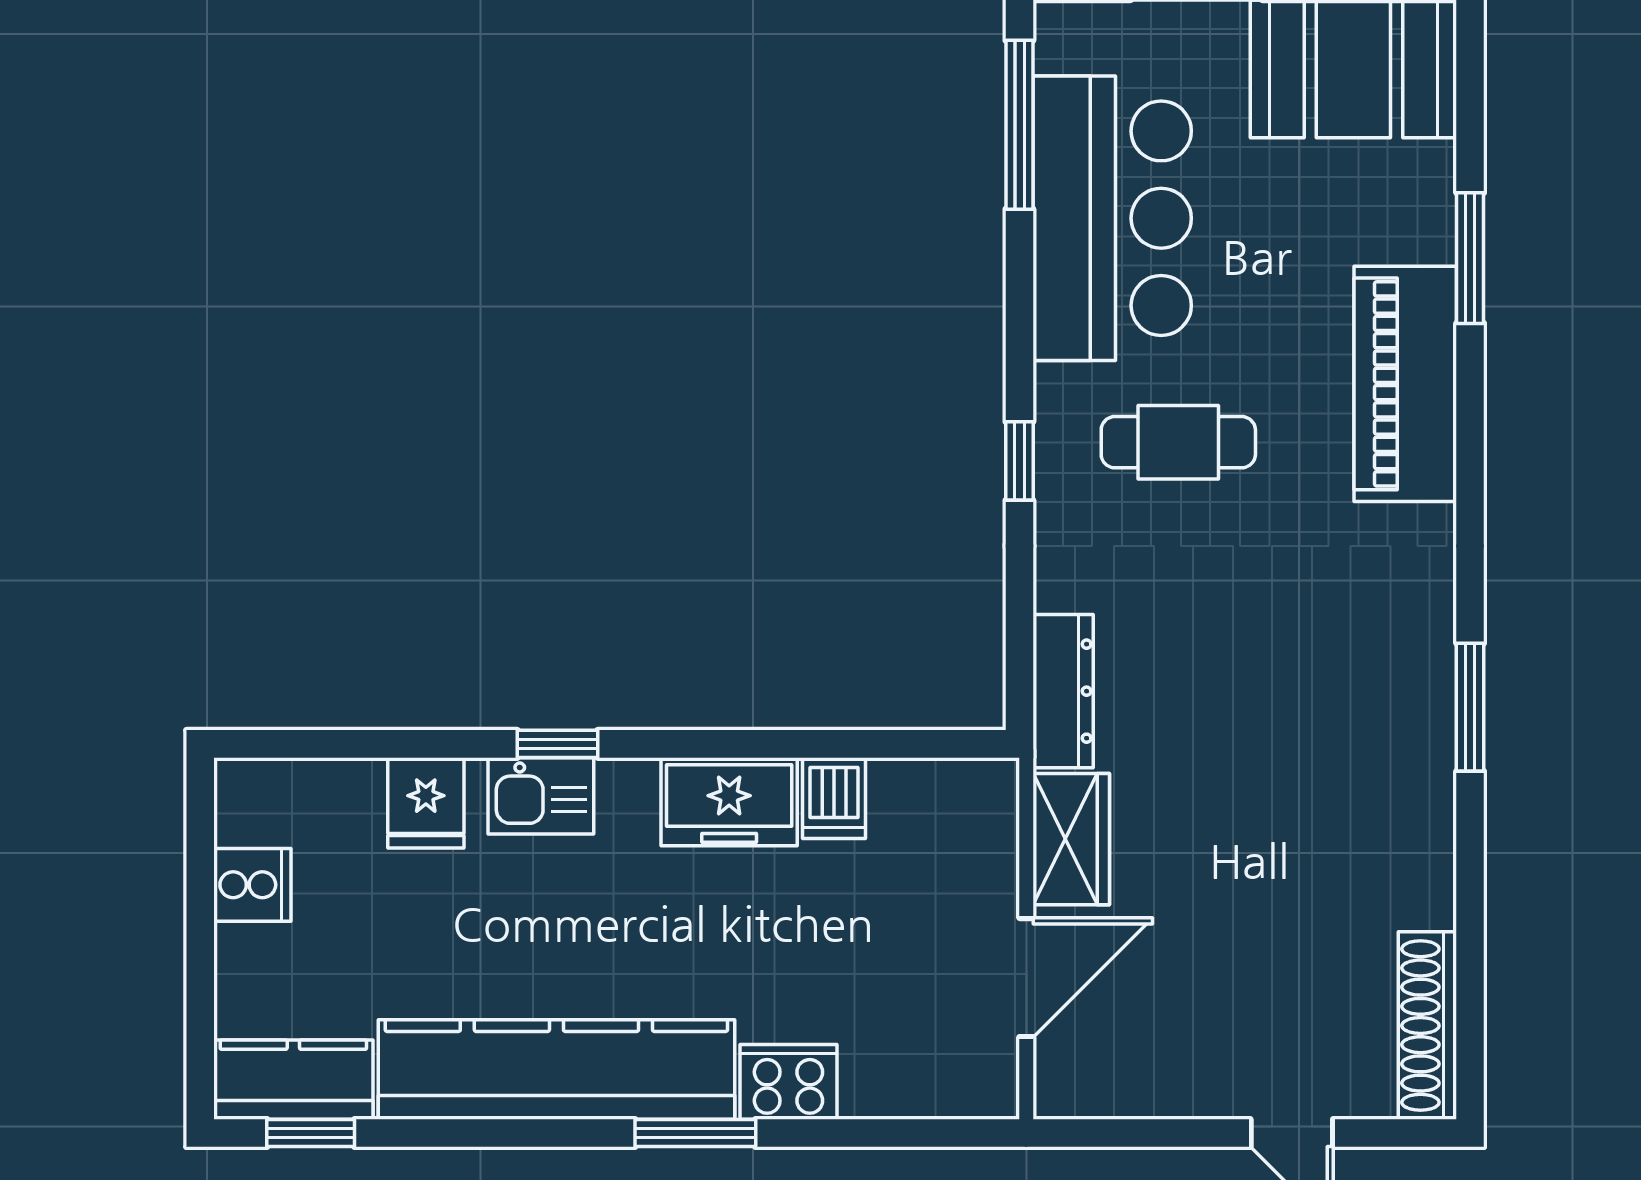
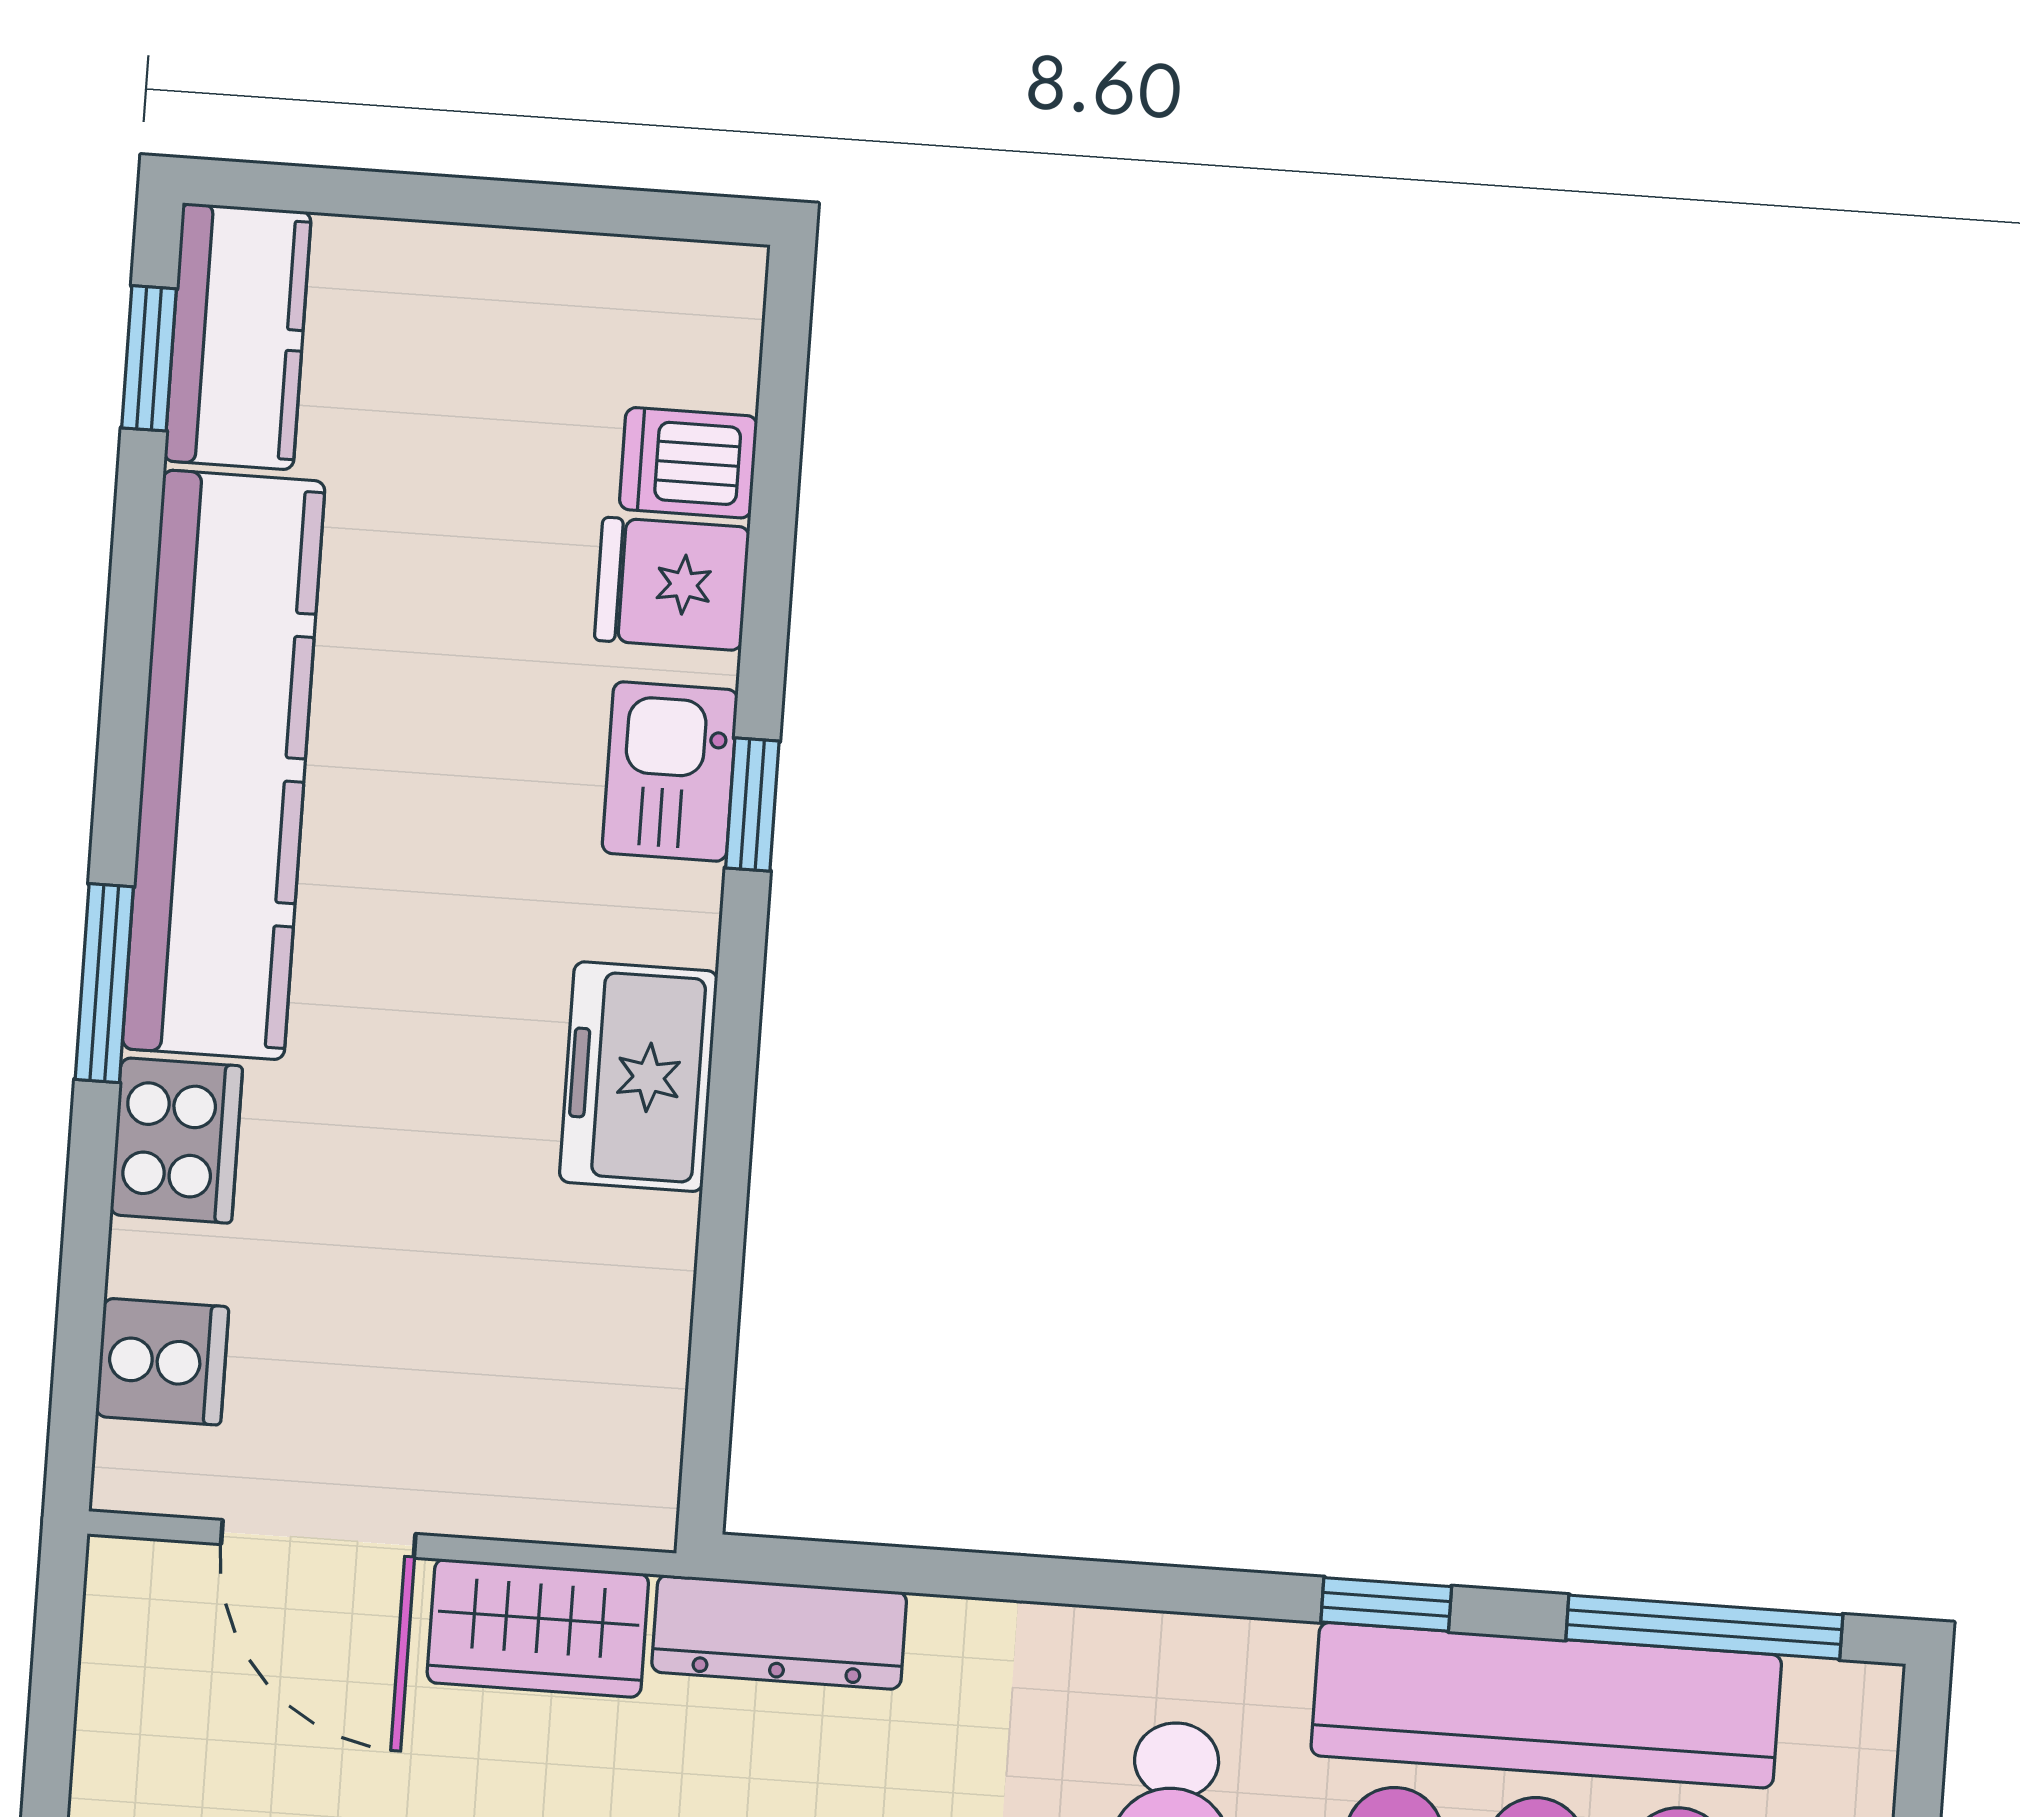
window: (1019, 461) -> (1386, 1604), moved
dishwasher: (834, 798) -> (688, 463), moved
cooker: (252, 885) -> (162, 1362), moved, turned -90

